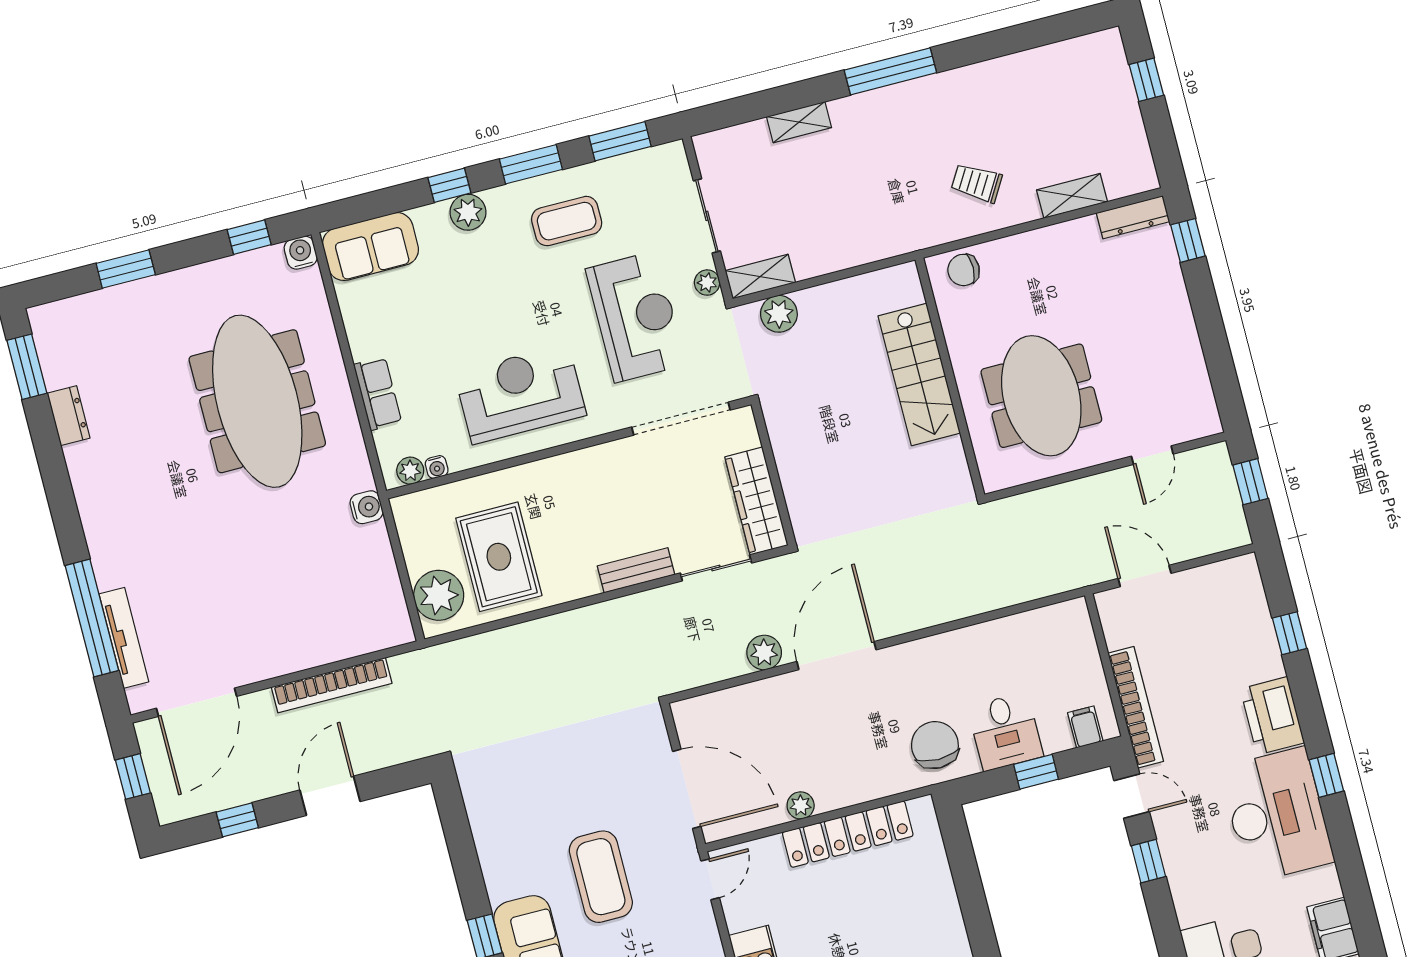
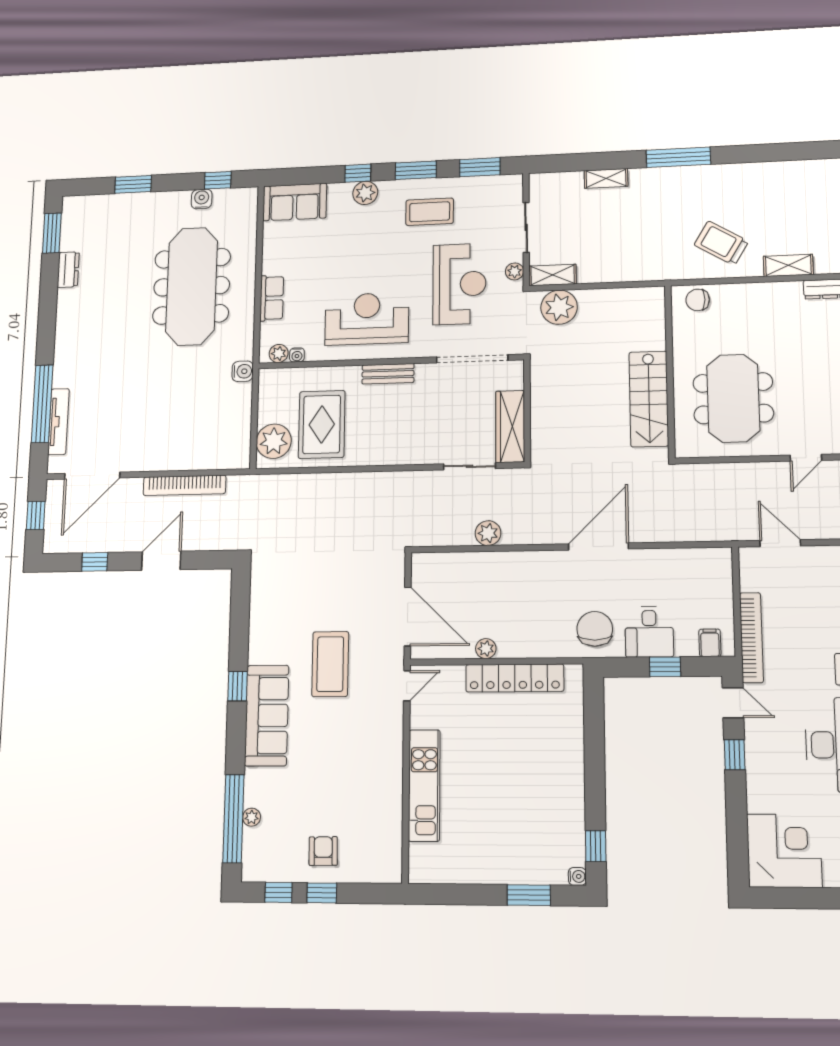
trolley: (977, 183) -> (721, 243), width x1.36, depth x1.39
water cooler: (301, 253) -> (202, 199), moved
plant: (779, 314) -> (559, 307), width x1.36, depth x1.36
stairs: (919, 375) -> (649, 399), moved
bench: (636, 570) -> (388, 374), moved
door: (836, 656) -> (598, 546), moved

